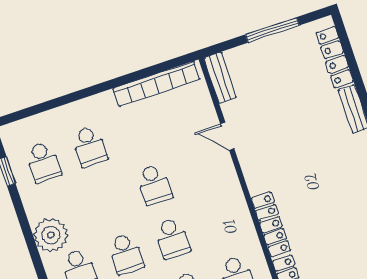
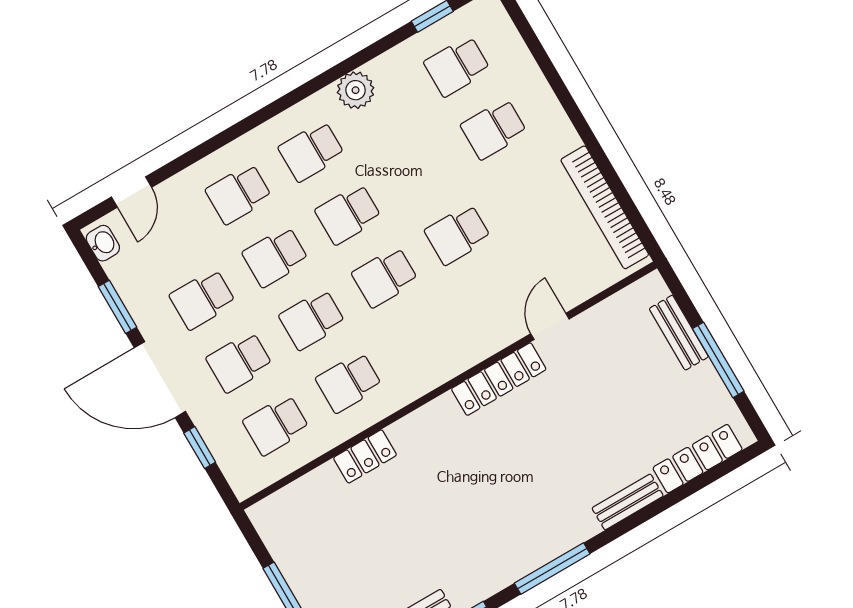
bench: (220, 78) -> (679, 333), moved, turned 90
locker: (271, 225) -> (499, 379), moved
plant: (51, 235) -> (356, 90), width x0.73, depth x0.73

